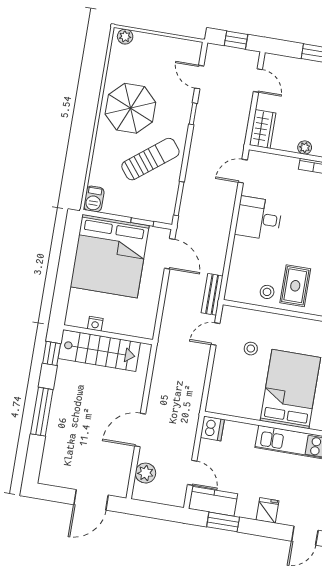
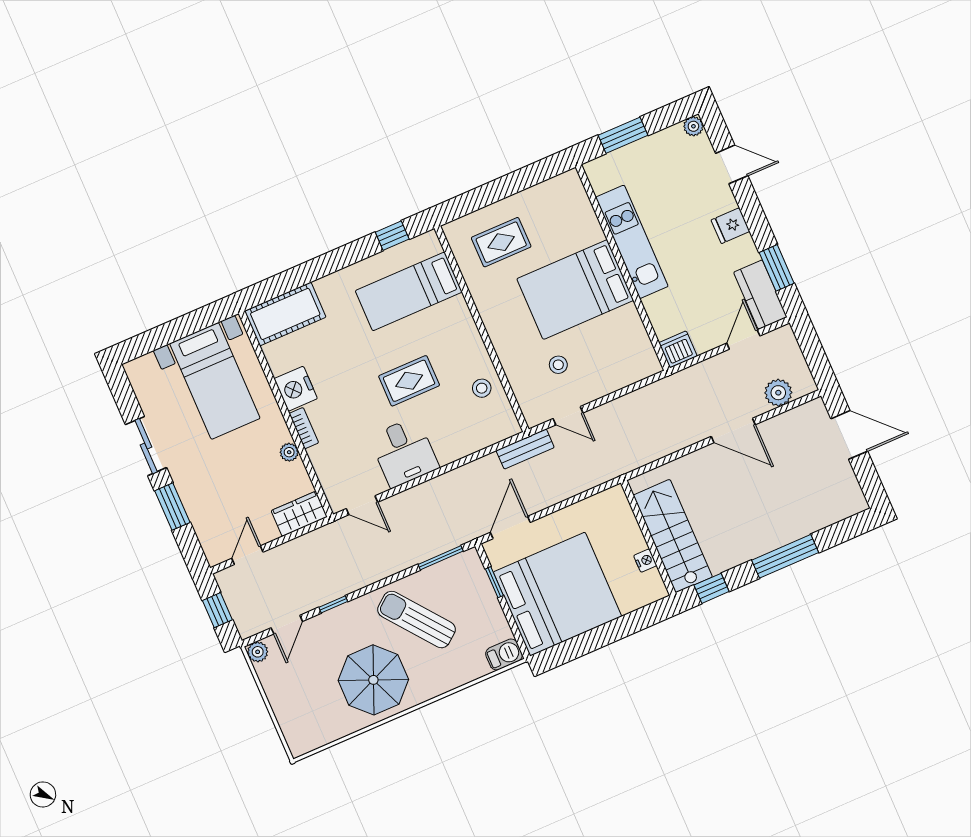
plant: (125, 37) -> (258, 652), moved
rug: (295, 286) -> (409, 381), moved

